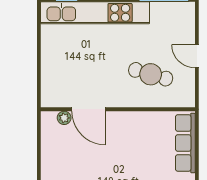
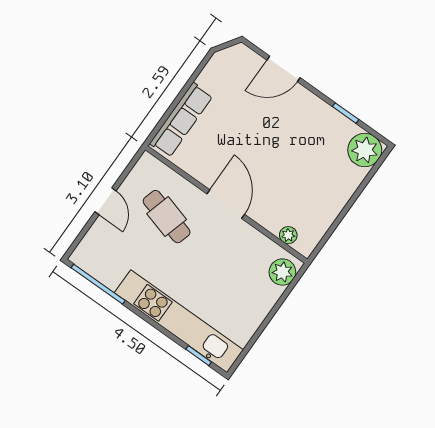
plant: (51, 92) -> (282, 272), added
door: (89, 109) -> (226, 204), moved

